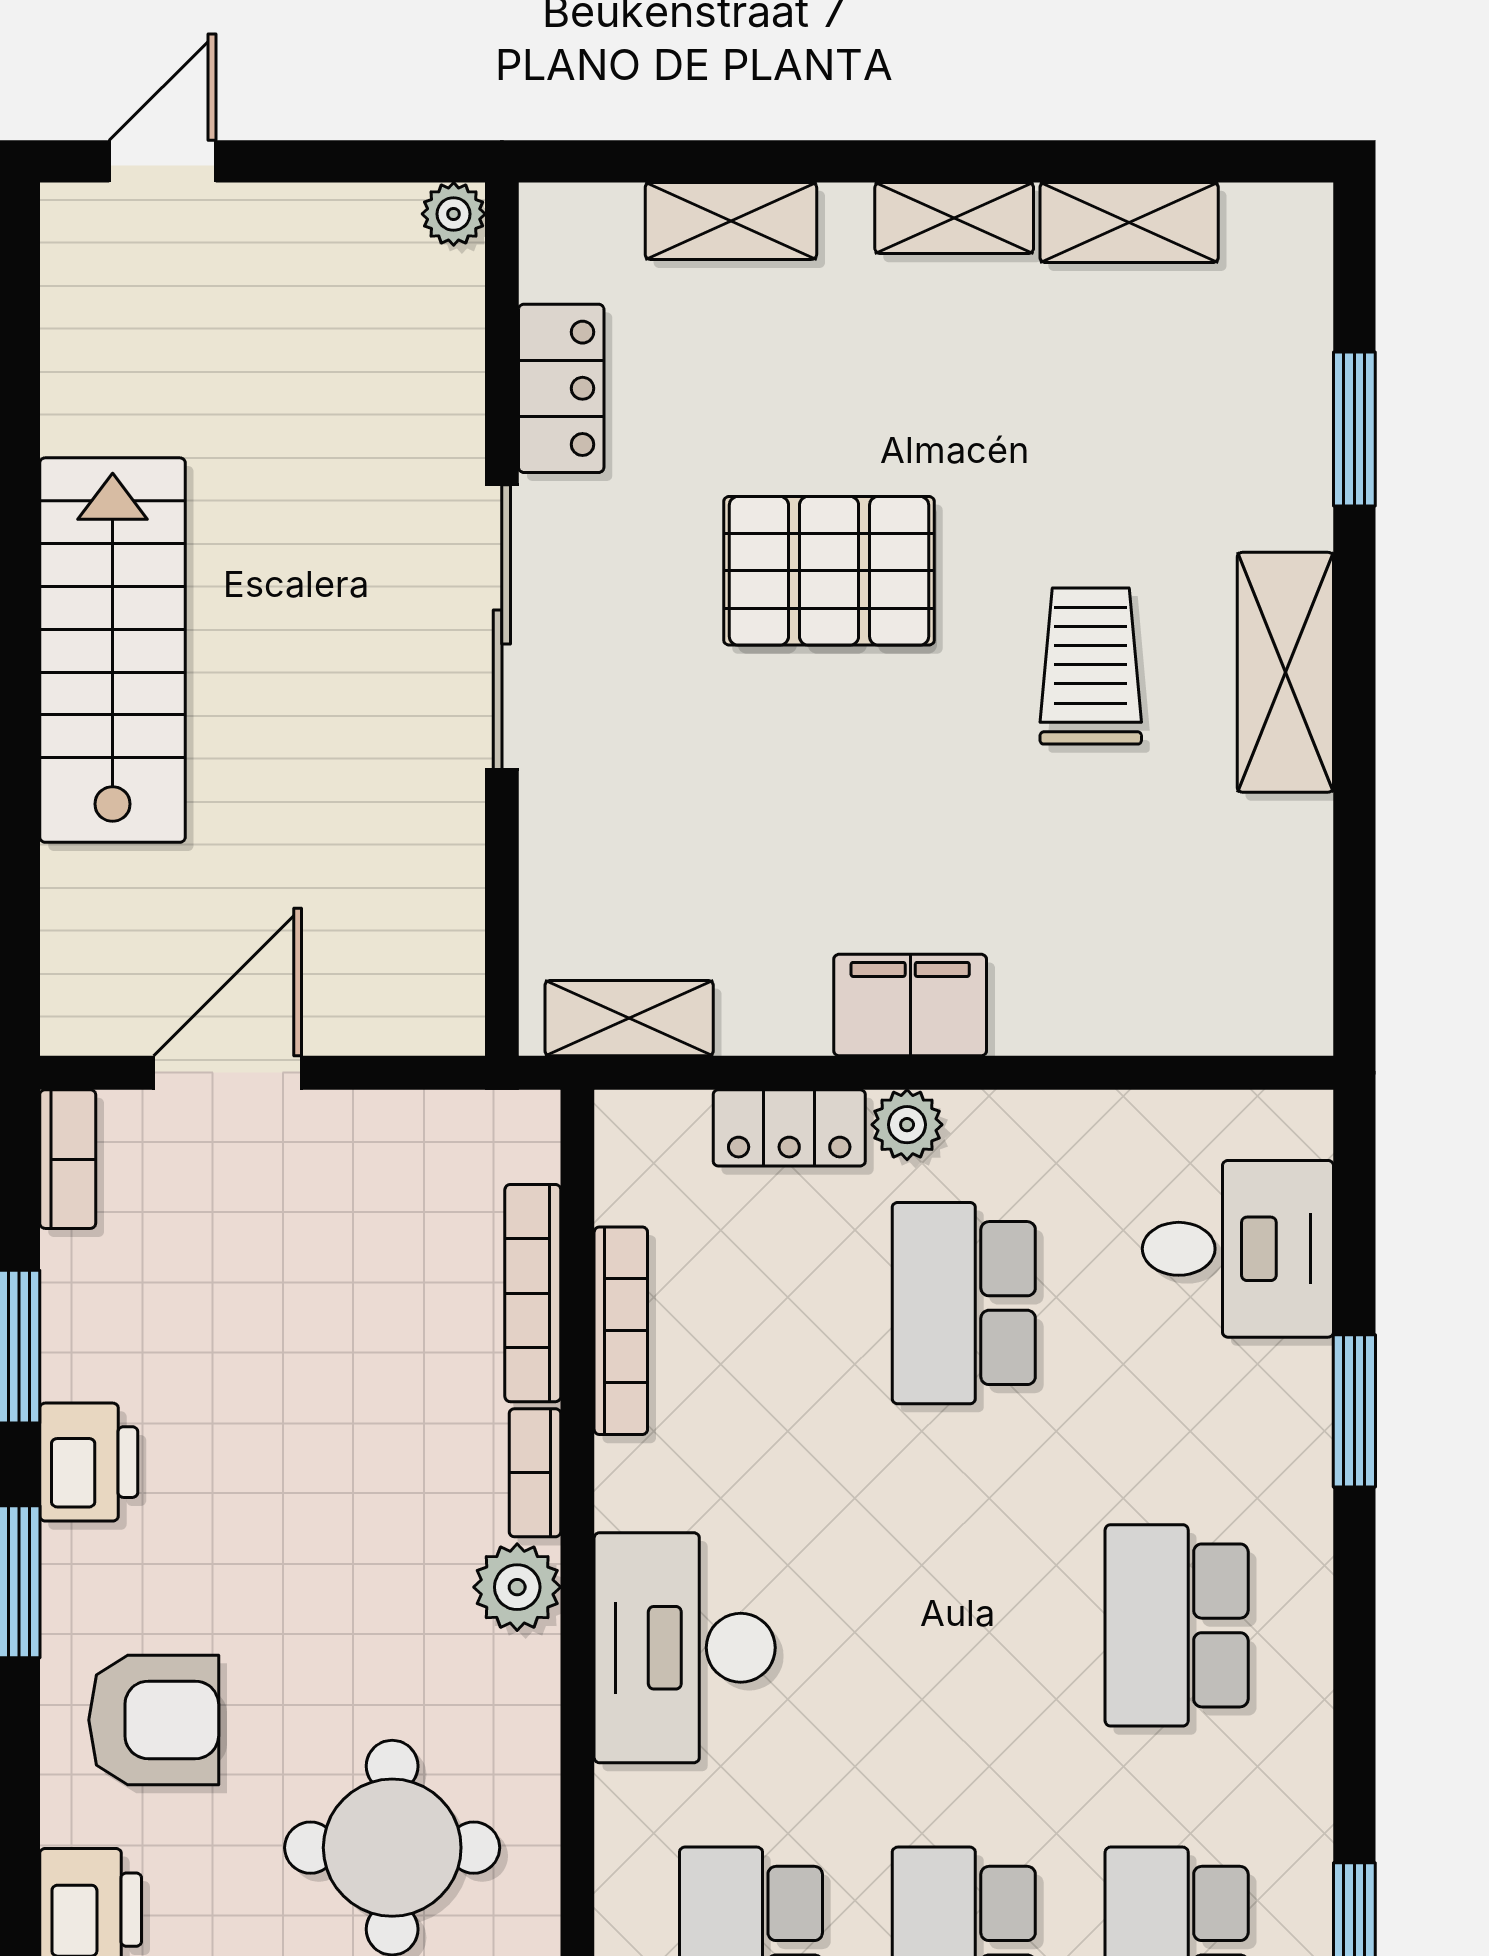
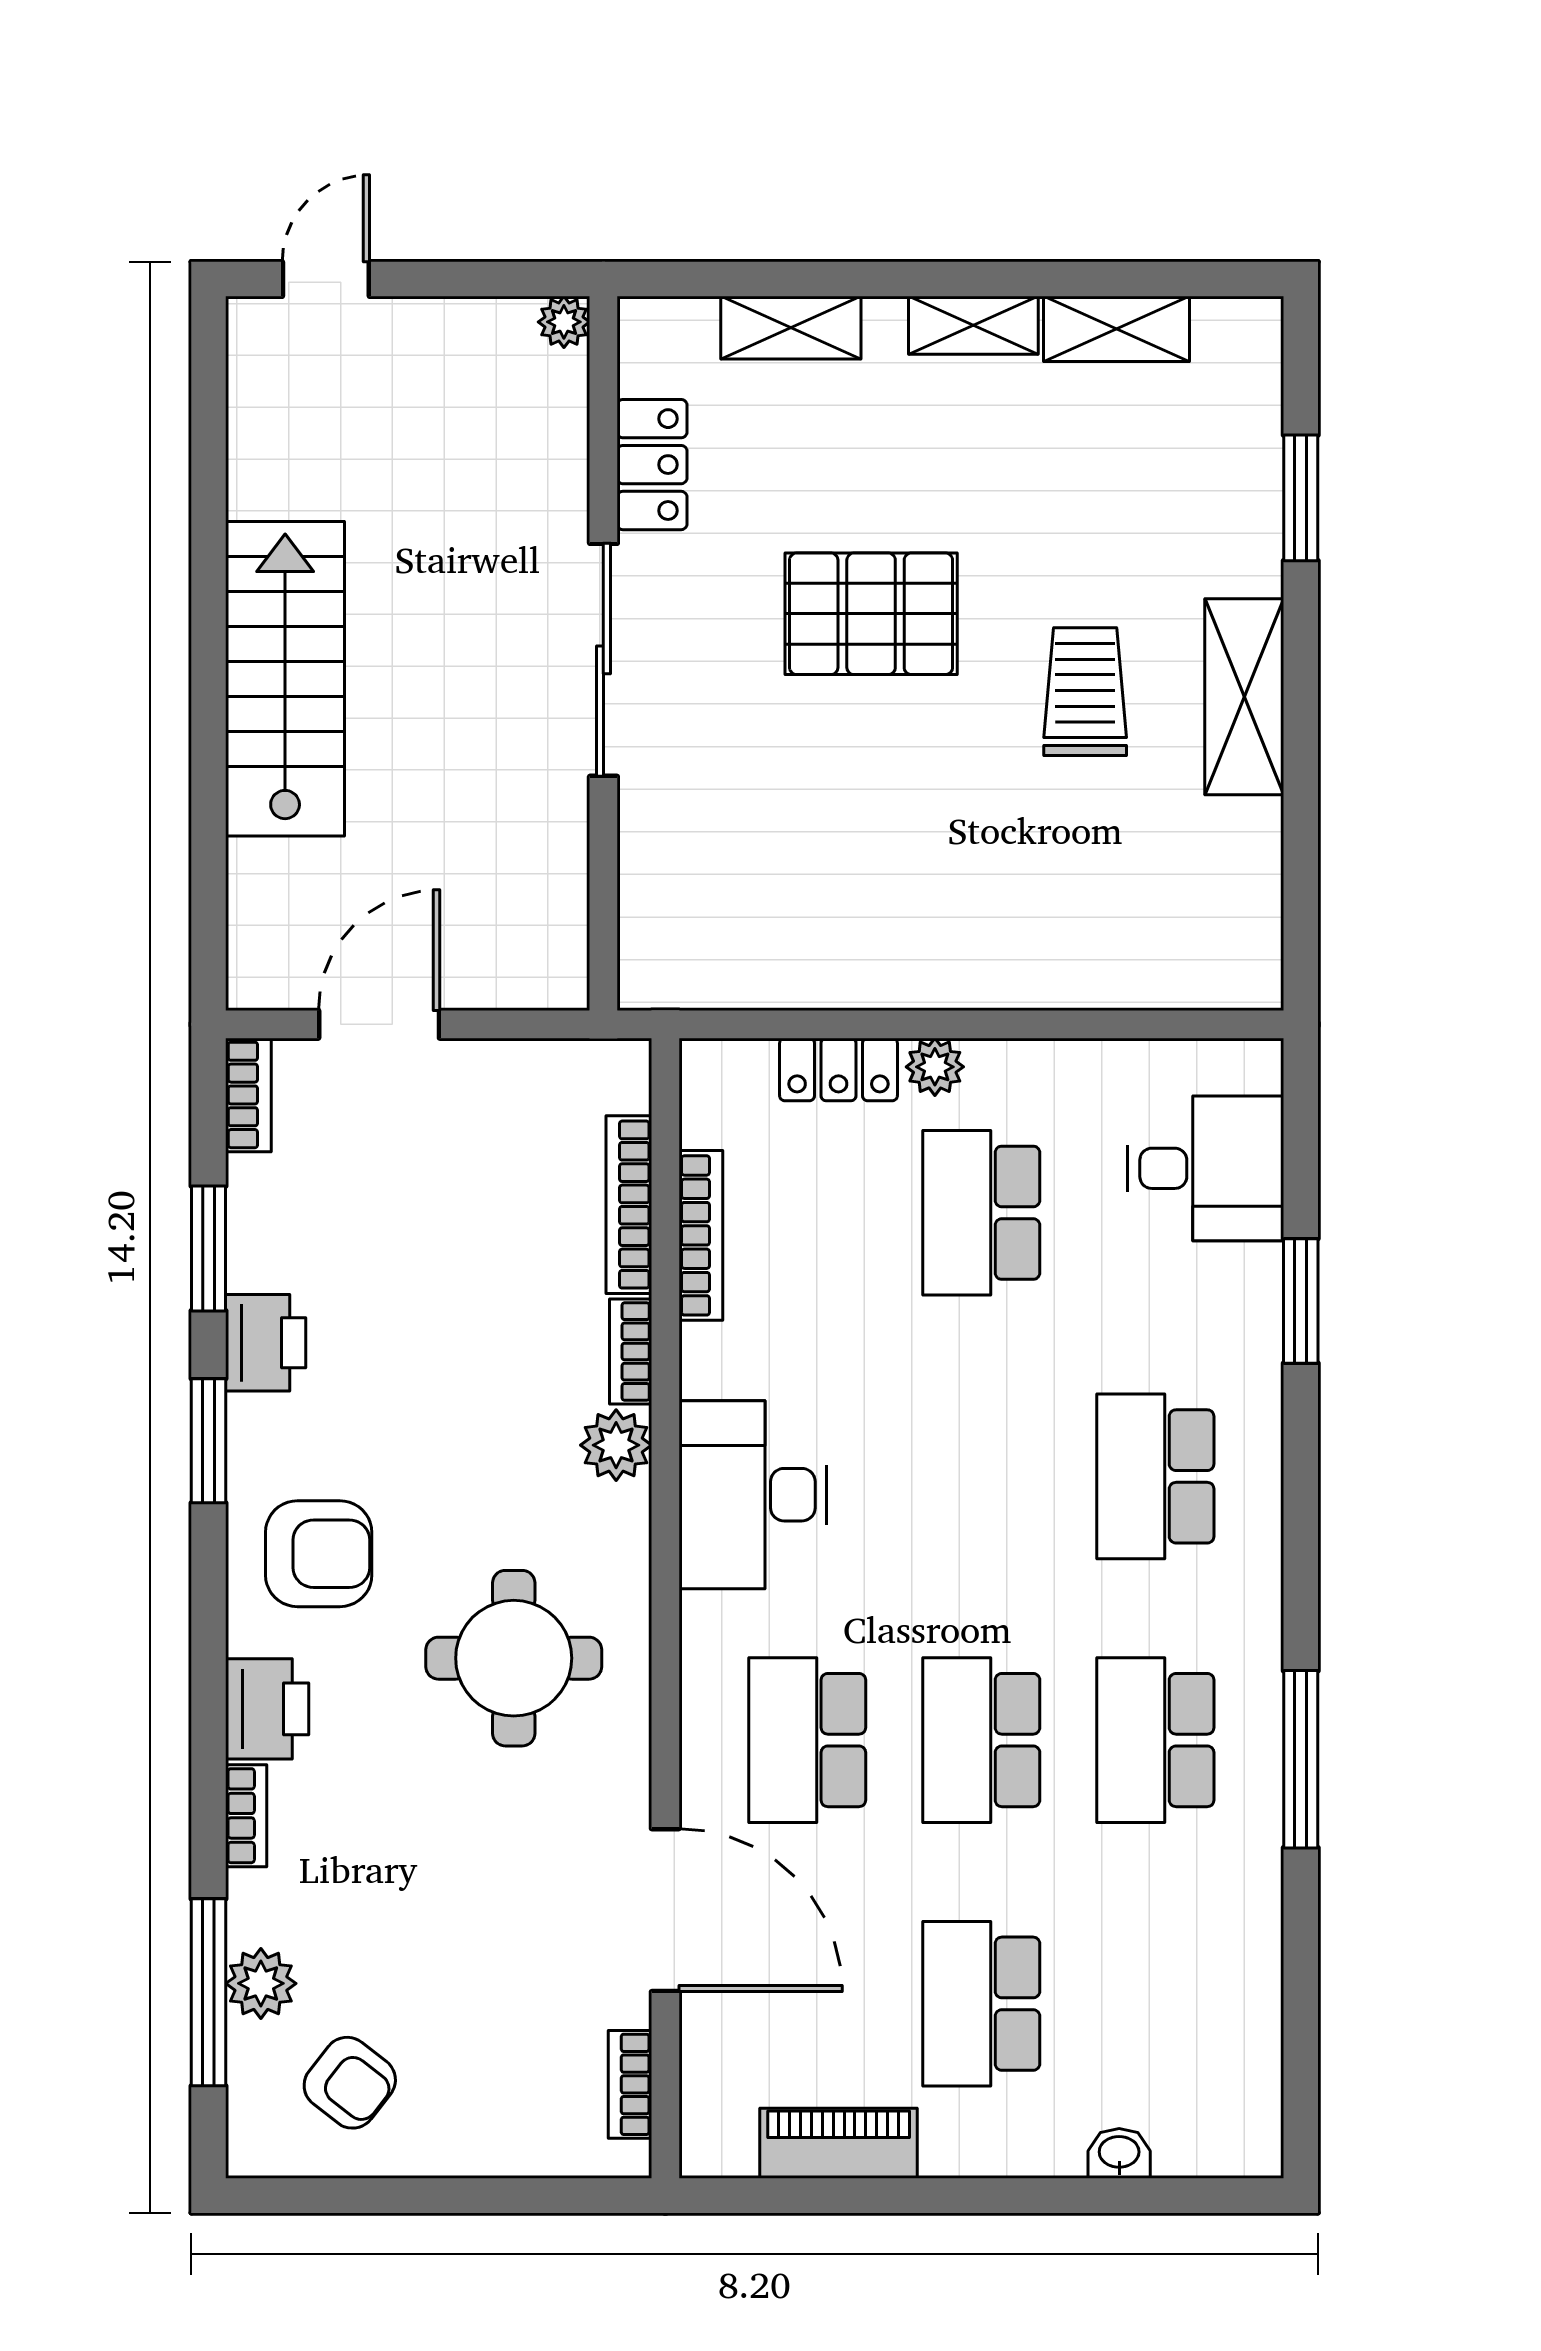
filing cabinet: (910, 1005) -> (937, 969), removed
shelving: (629, 1018) -> (708, 980), removed

